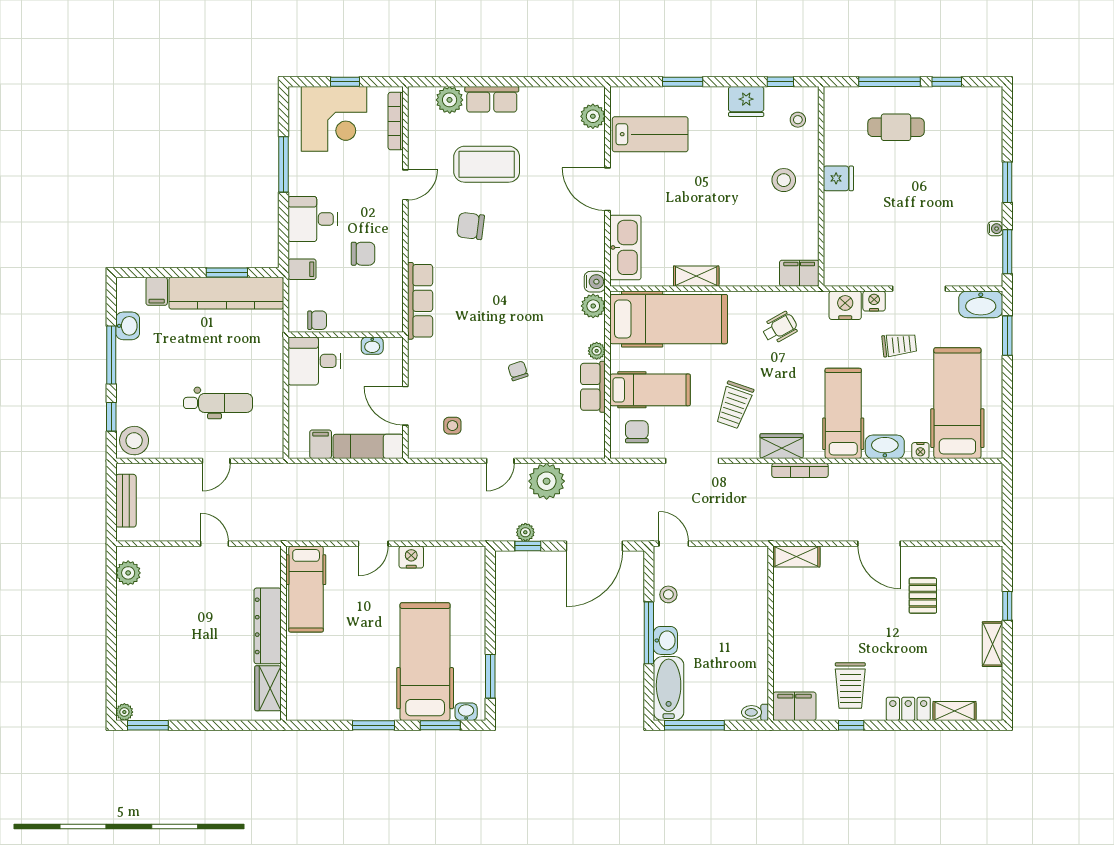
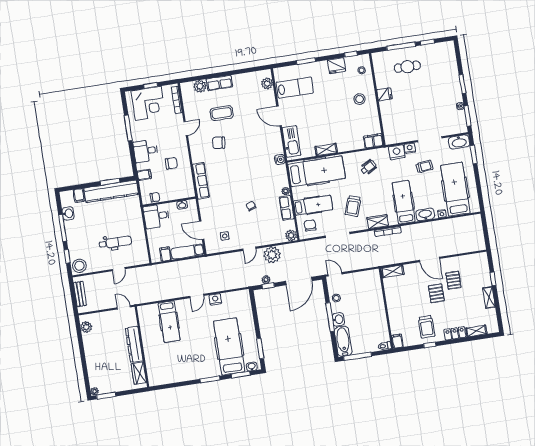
coffee table: (487, 164) -> (222, 113), width x0.73, depth x0.76
plant: (593, 306) -> (291, 235), moved
pallet: (882, 618) -> (436, 293), added
dresser: (268, 626) -> (134, 344), moved
wall: (284, 633) -> (142, 347), moved
wardrobe: (268, 688) -> (139, 373), moved
filing cabinet: (794, 706) -> (397, 341), width x0.50

